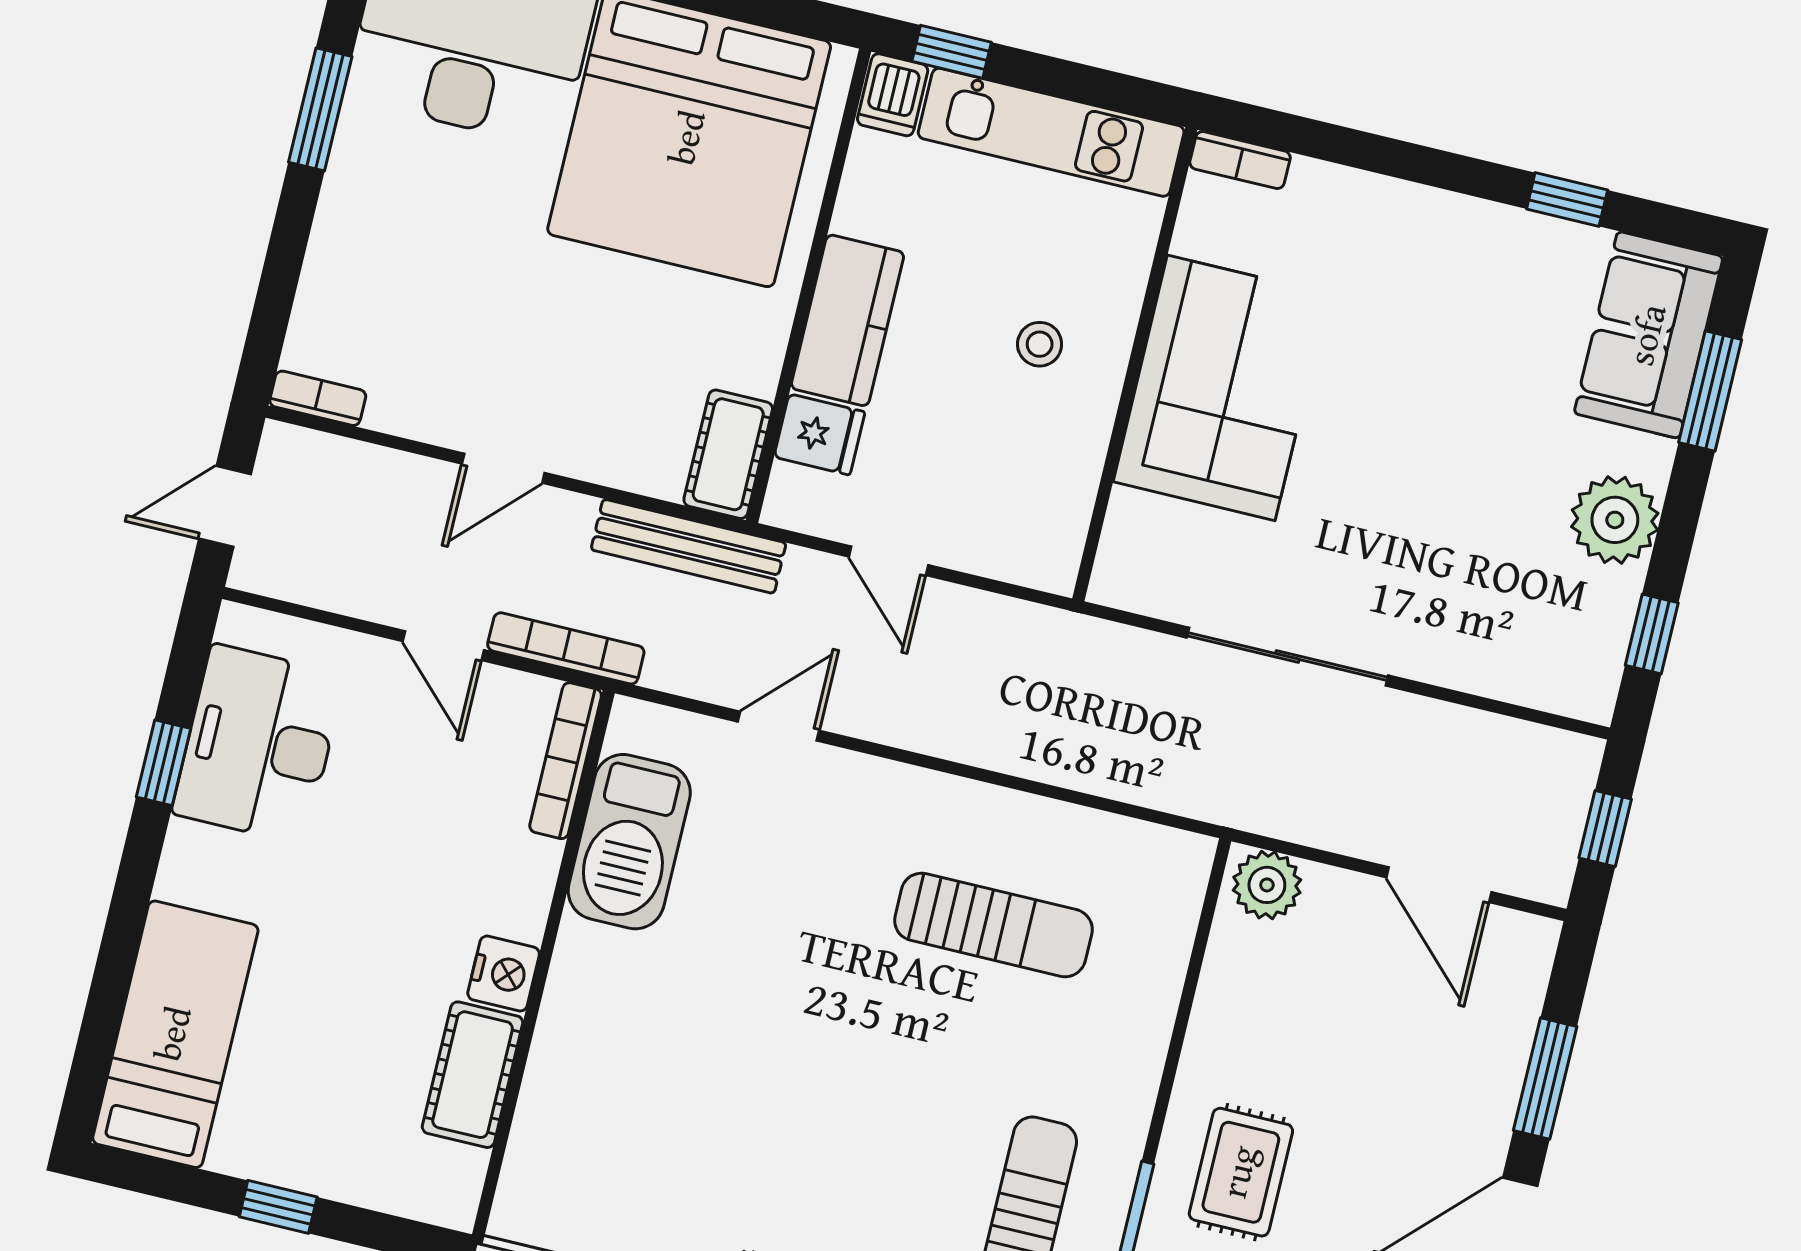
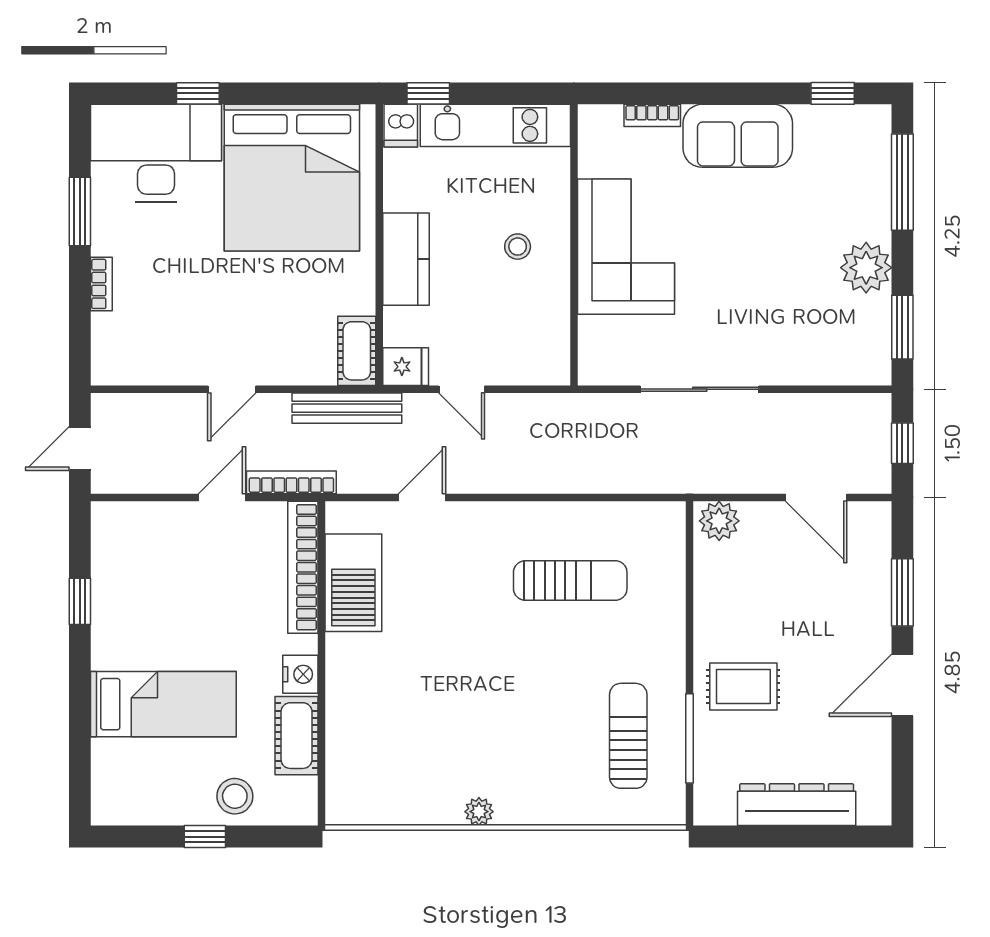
bookcase: (1240, 160) -> (652, 115), moved
window: (1567, 200) -> (833, 93), moved
sofa: (1649, 335) -> (738, 136), moved, turned -90
window: (1710, 391) -> (902, 182), width x1.44
bookcase: (318, 398) -> (101, 284), moved, turned 90
fridge: (819, 434) -> (406, 367), moved
window: (1652, 634) -> (902, 327), width x1.50
door: (443, 646) -> (222, 497), swing flipped
desk: (258, 744) -> (131, 578), removed
bookcase: (566, 761) -> (303, 567), width x1.48, depth x1.31
bed: (175, 1034) -> (163, 704), moved, turned 90
stool: (345, 1152) -> (235, 796), added
rug: (1241, 1172) -> (743, 686), turned 90

